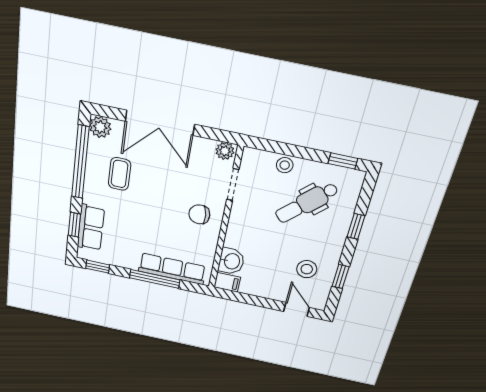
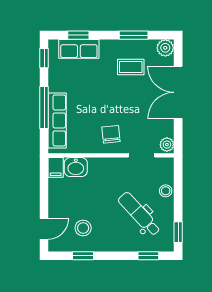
window: (80, 162) -> (134, 35), width x0.47
window: (356, 226) -> (148, 256), moved

